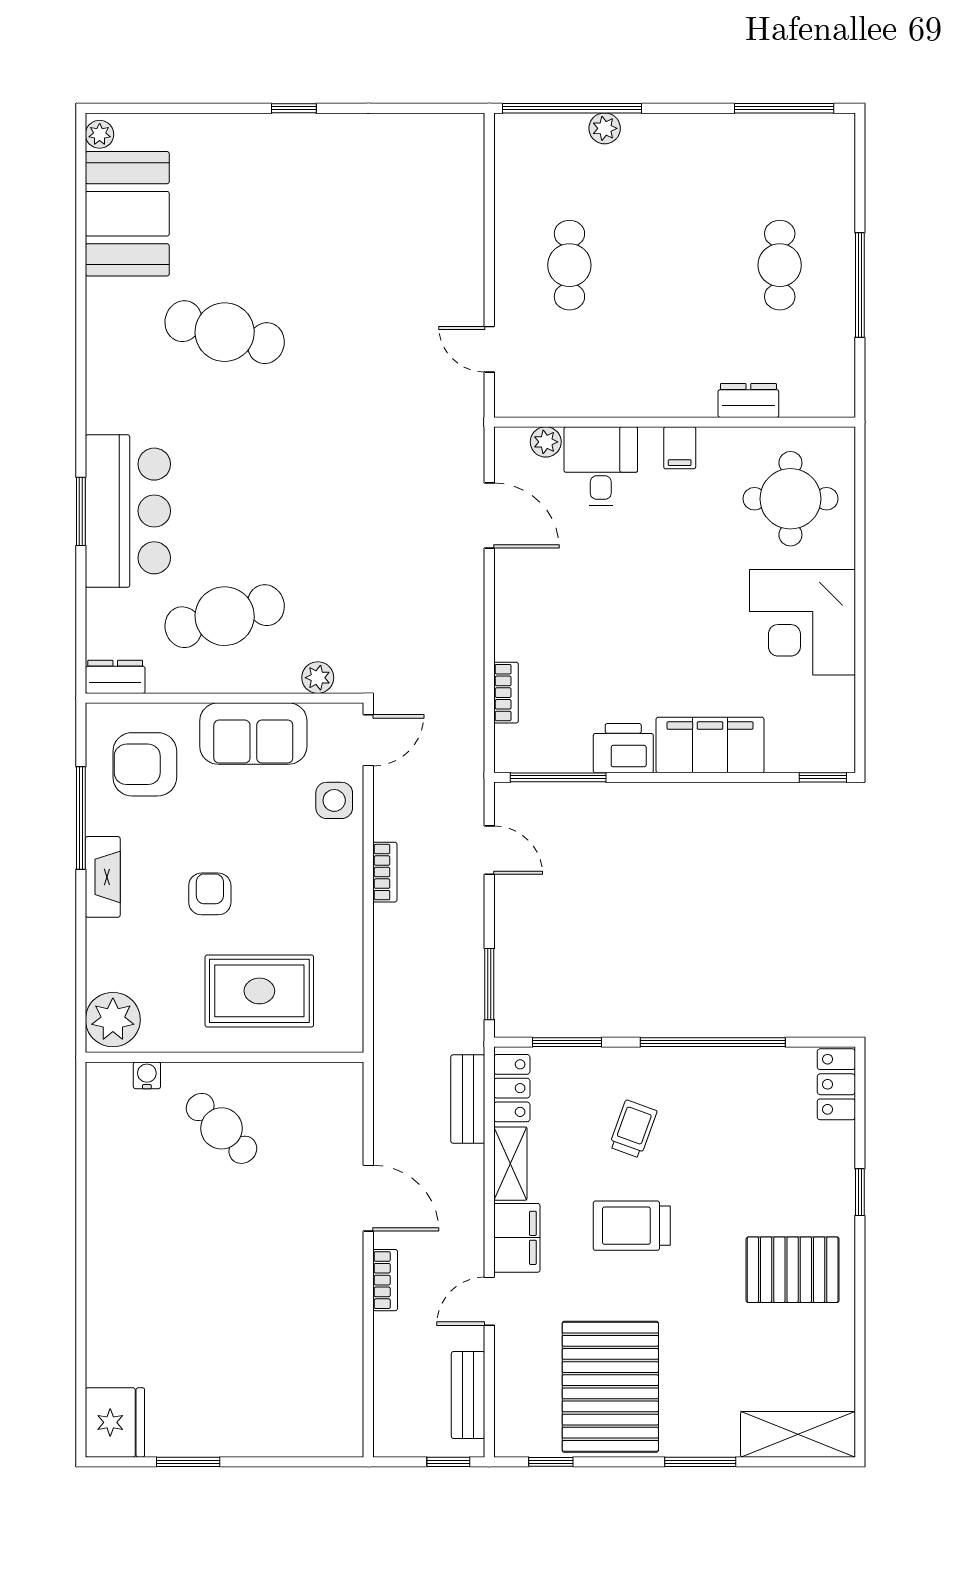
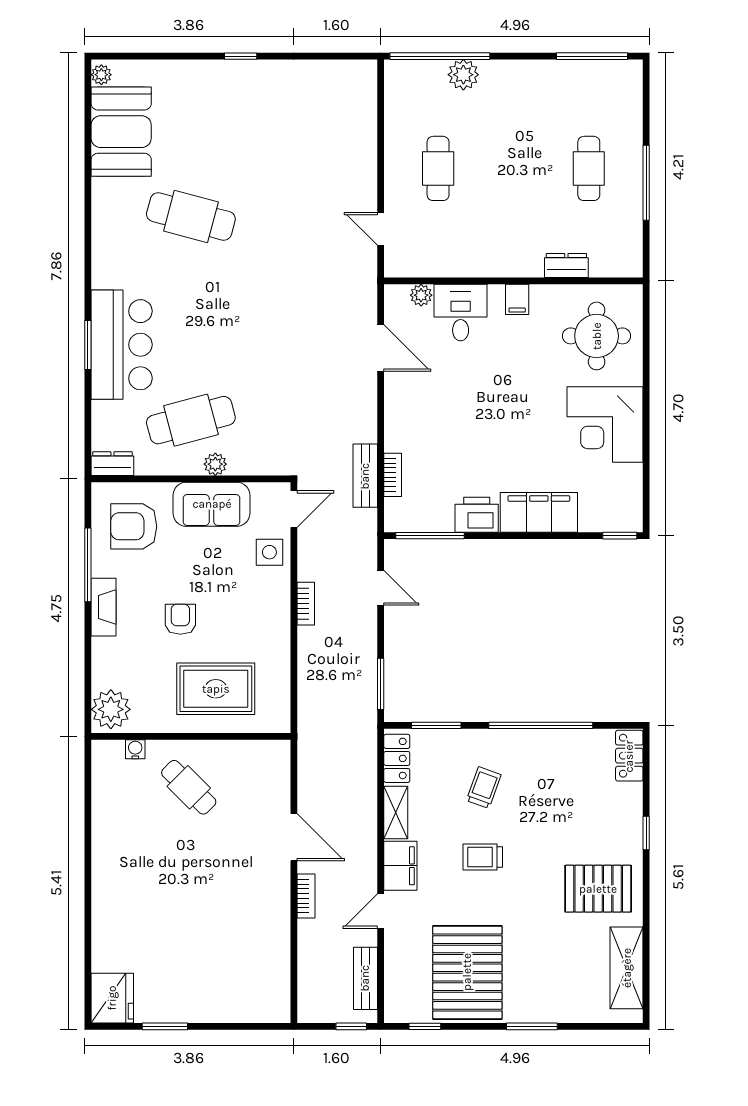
plant: (605, 128) -> (463, 75), width x1.38, depth x1.38
plant: (318, 678) -> (215, 464), moved
bench: (468, 1099) -> (365, 476), moved
trolley: (632, 1226) -> (483, 857), width x0.73, depth x0.72
shelving: (798, 1434) -> (627, 968), moved, turned 90

